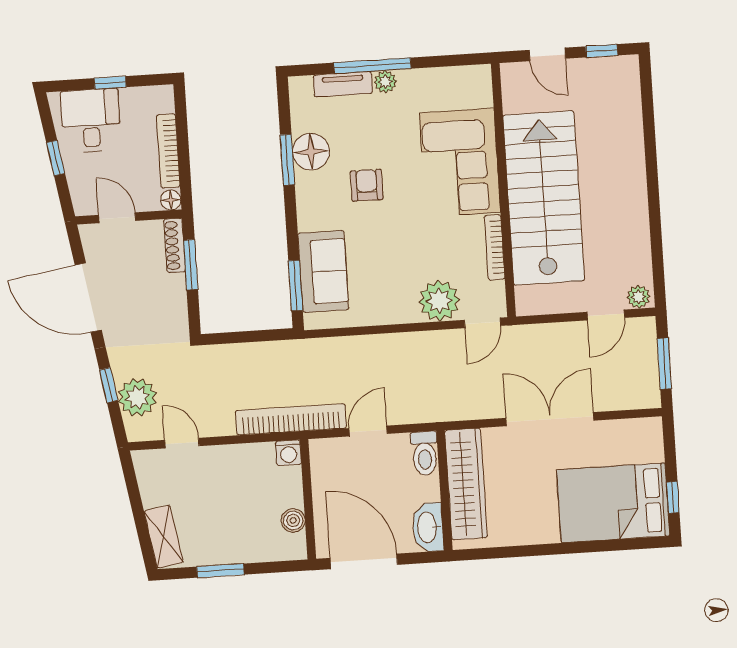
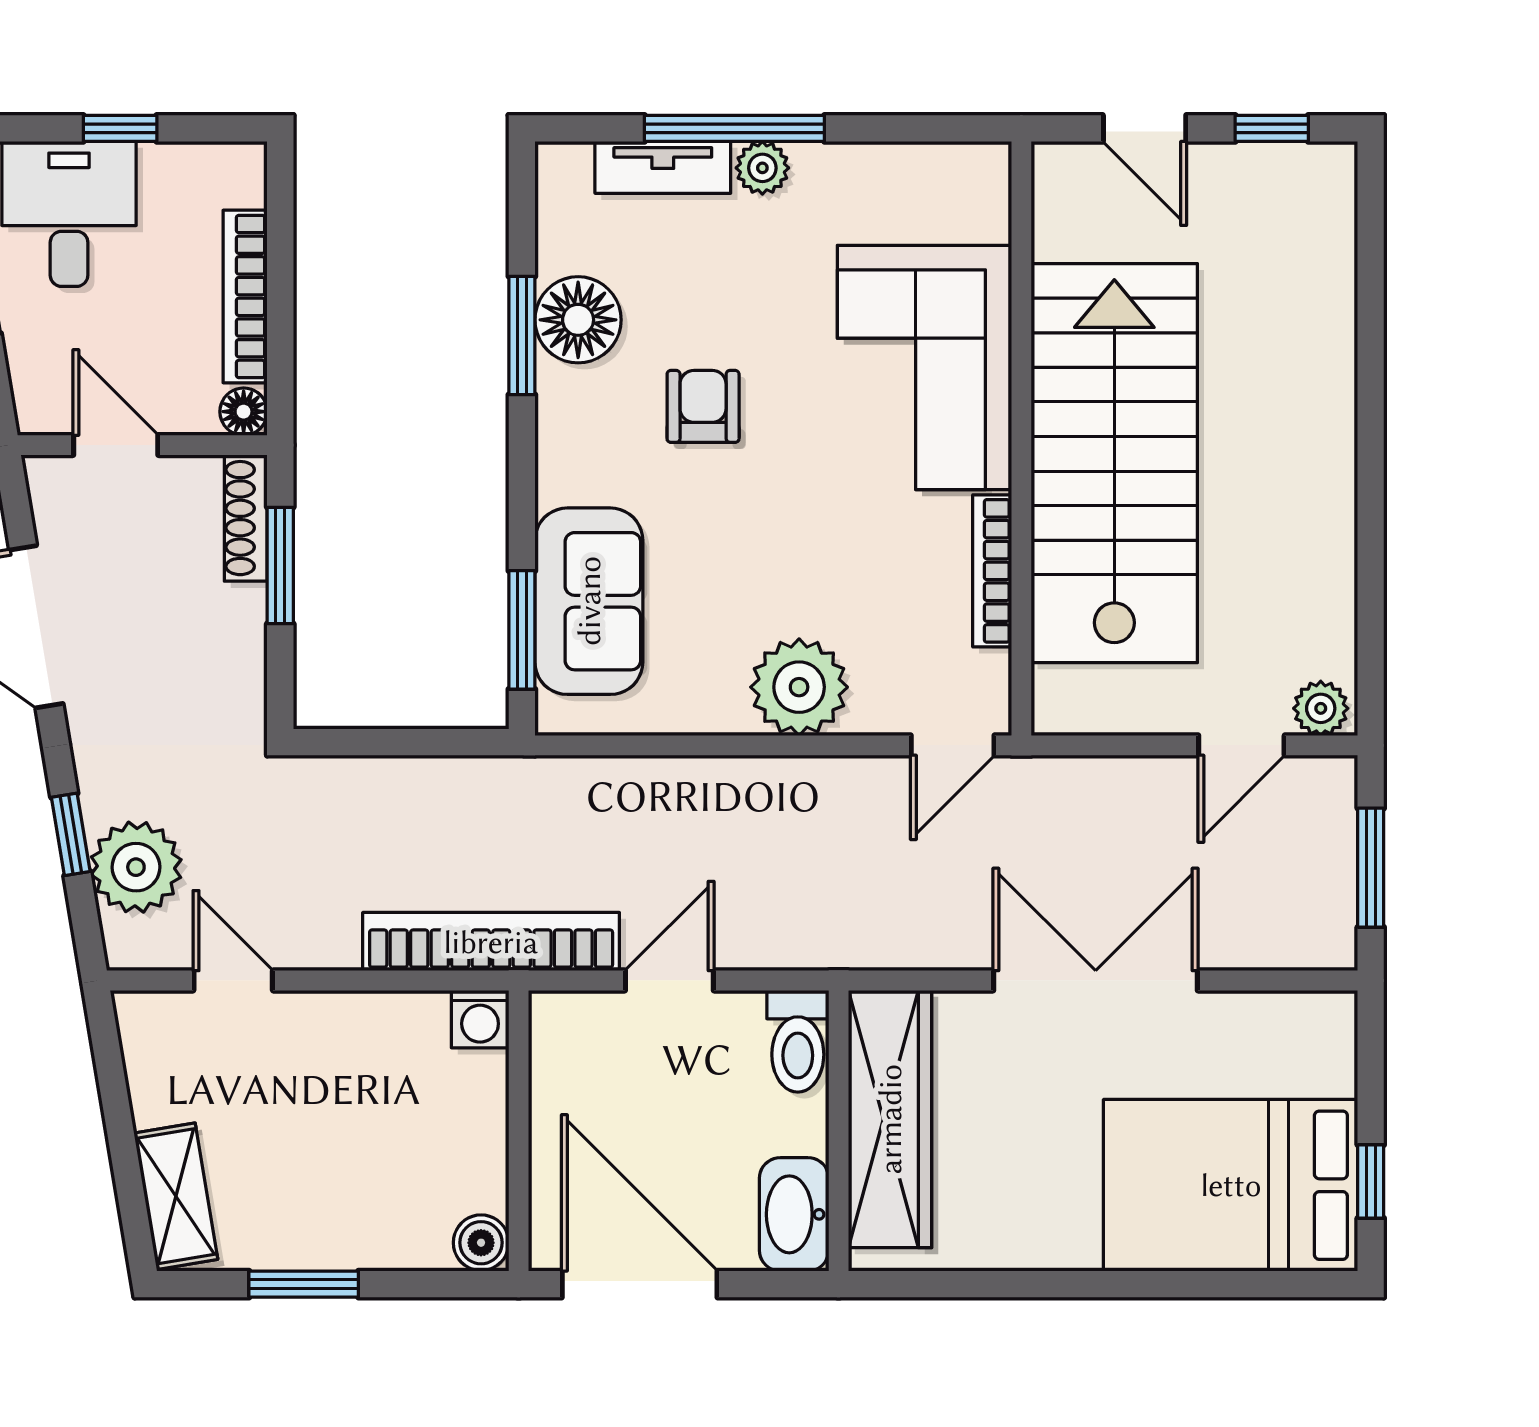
plant: (439, 301) -> (799, 687), moved
boiler: (293, 520) -> (481, 1243), moved

